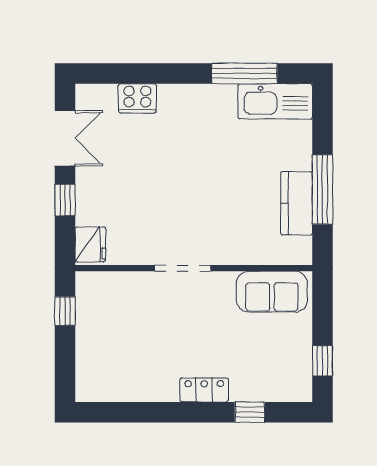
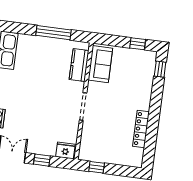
kitchen counter: (297, 203) -> (79, 65), moved, turned 90
locker: (204, 390) -> (141, 129), moved, width x1.53
window: (250, 412) -> (160, 69), moved

